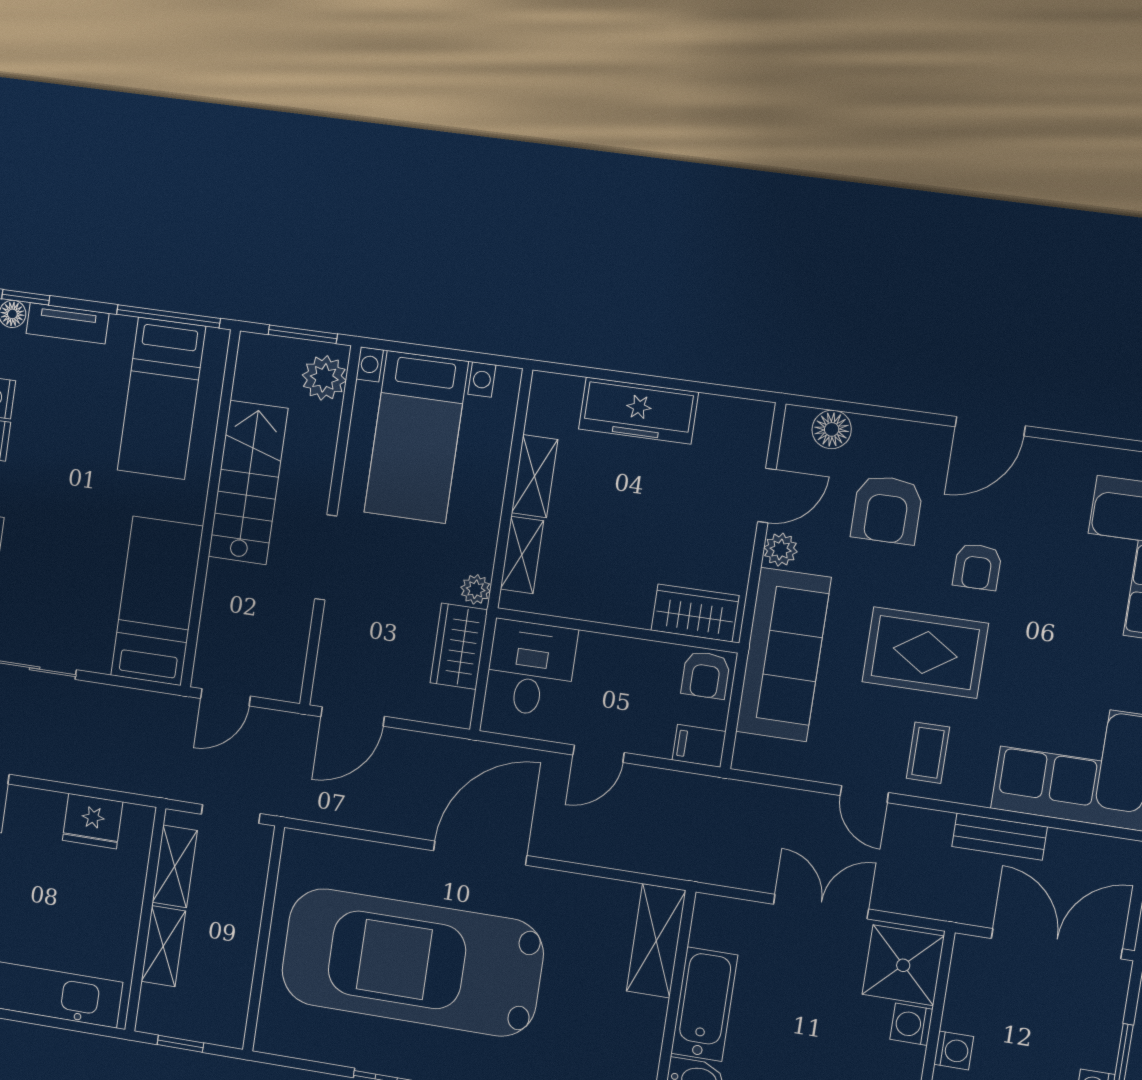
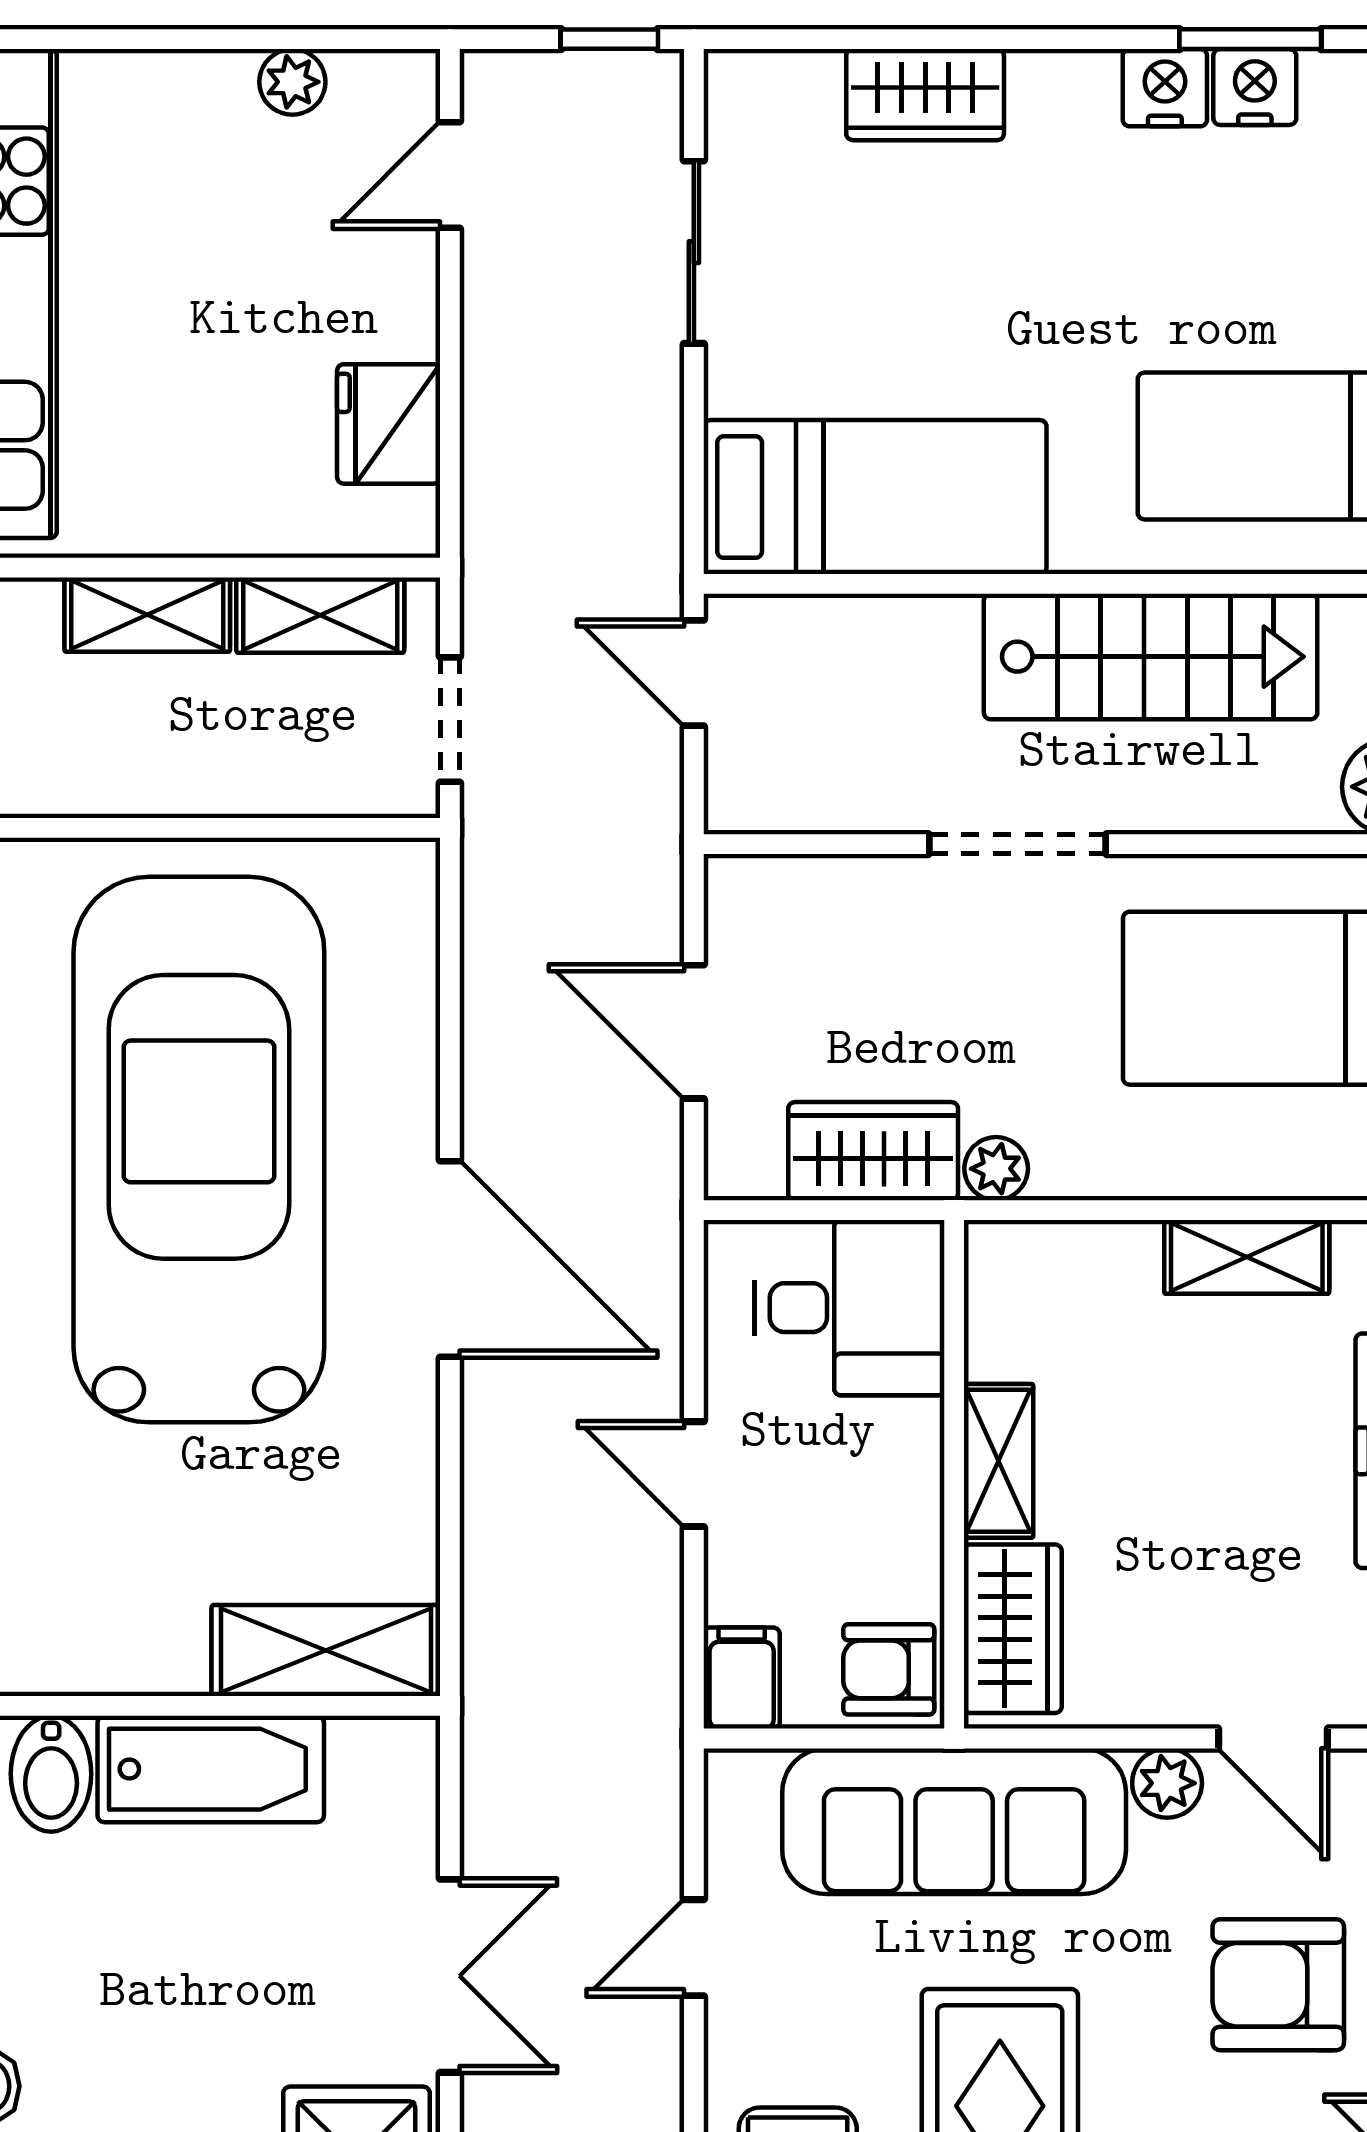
shelving: (522, 555) -> (998, 1461), moved, turned 90
door: (353, 717) -> (694, 1032), moved
door: (864, 794) -> (694, 1948), moved

